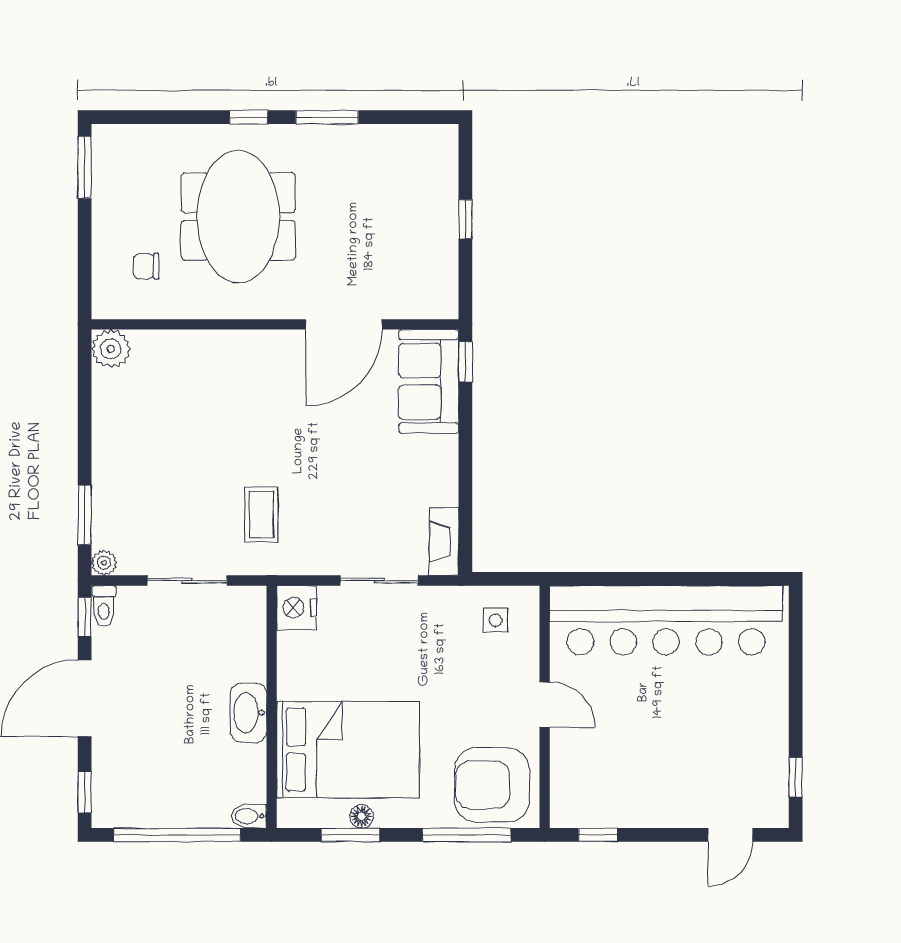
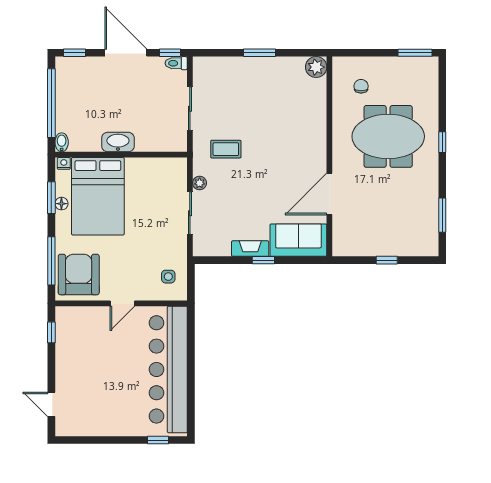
window: (327, 117) -> (442, 215), moved
door: (344, 324) -> (329, 194), hinge flipped
window: (465, 362) -> (263, 260), moved
window: (85, 515) -> (260, 53), moved
fireplace: (444, 541) -> (250, 249), moved
plant: (104, 563) -> (200, 183), moved
nightstand: (297, 608) -> (64, 163), moved, width x0.53, depth x0.56
window: (796, 777) -> (158, 440), moved

